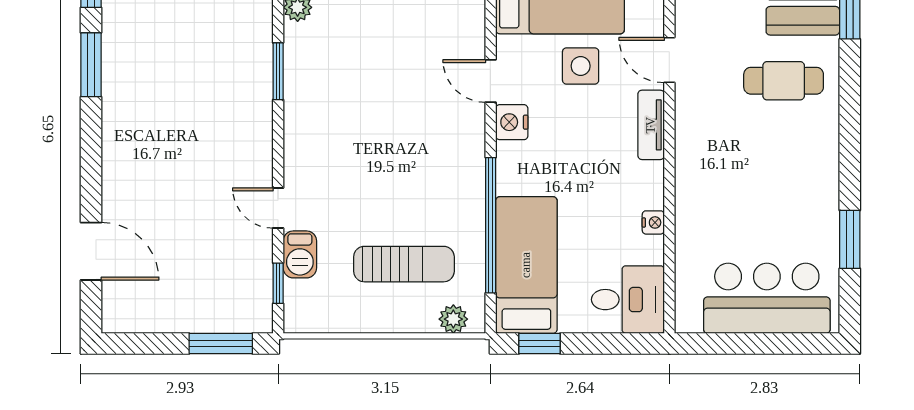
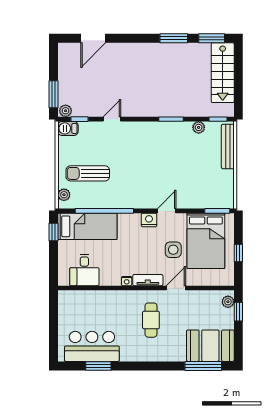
cafe table: (784, 81) -> (151, 320), moved
nightstand: (653, 222) -> (127, 281), moved
barbecue: (300, 254) -> (68, 128), moved
sun lounger: (404, 264) -> (88, 173), turned 90
bar counter: (767, 298) -> (92, 346), moved, turned -90
desk: (628, 300) -> (84, 270), moved
plant: (259, 315) -> (66, 111), added

